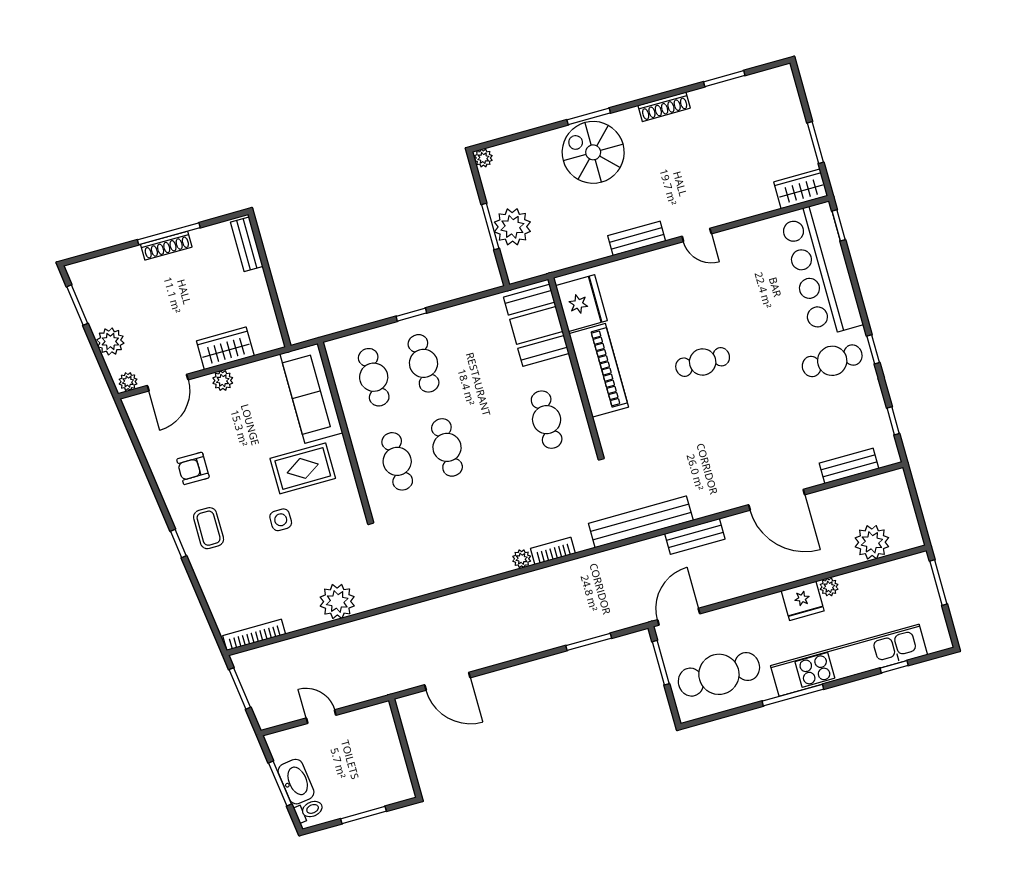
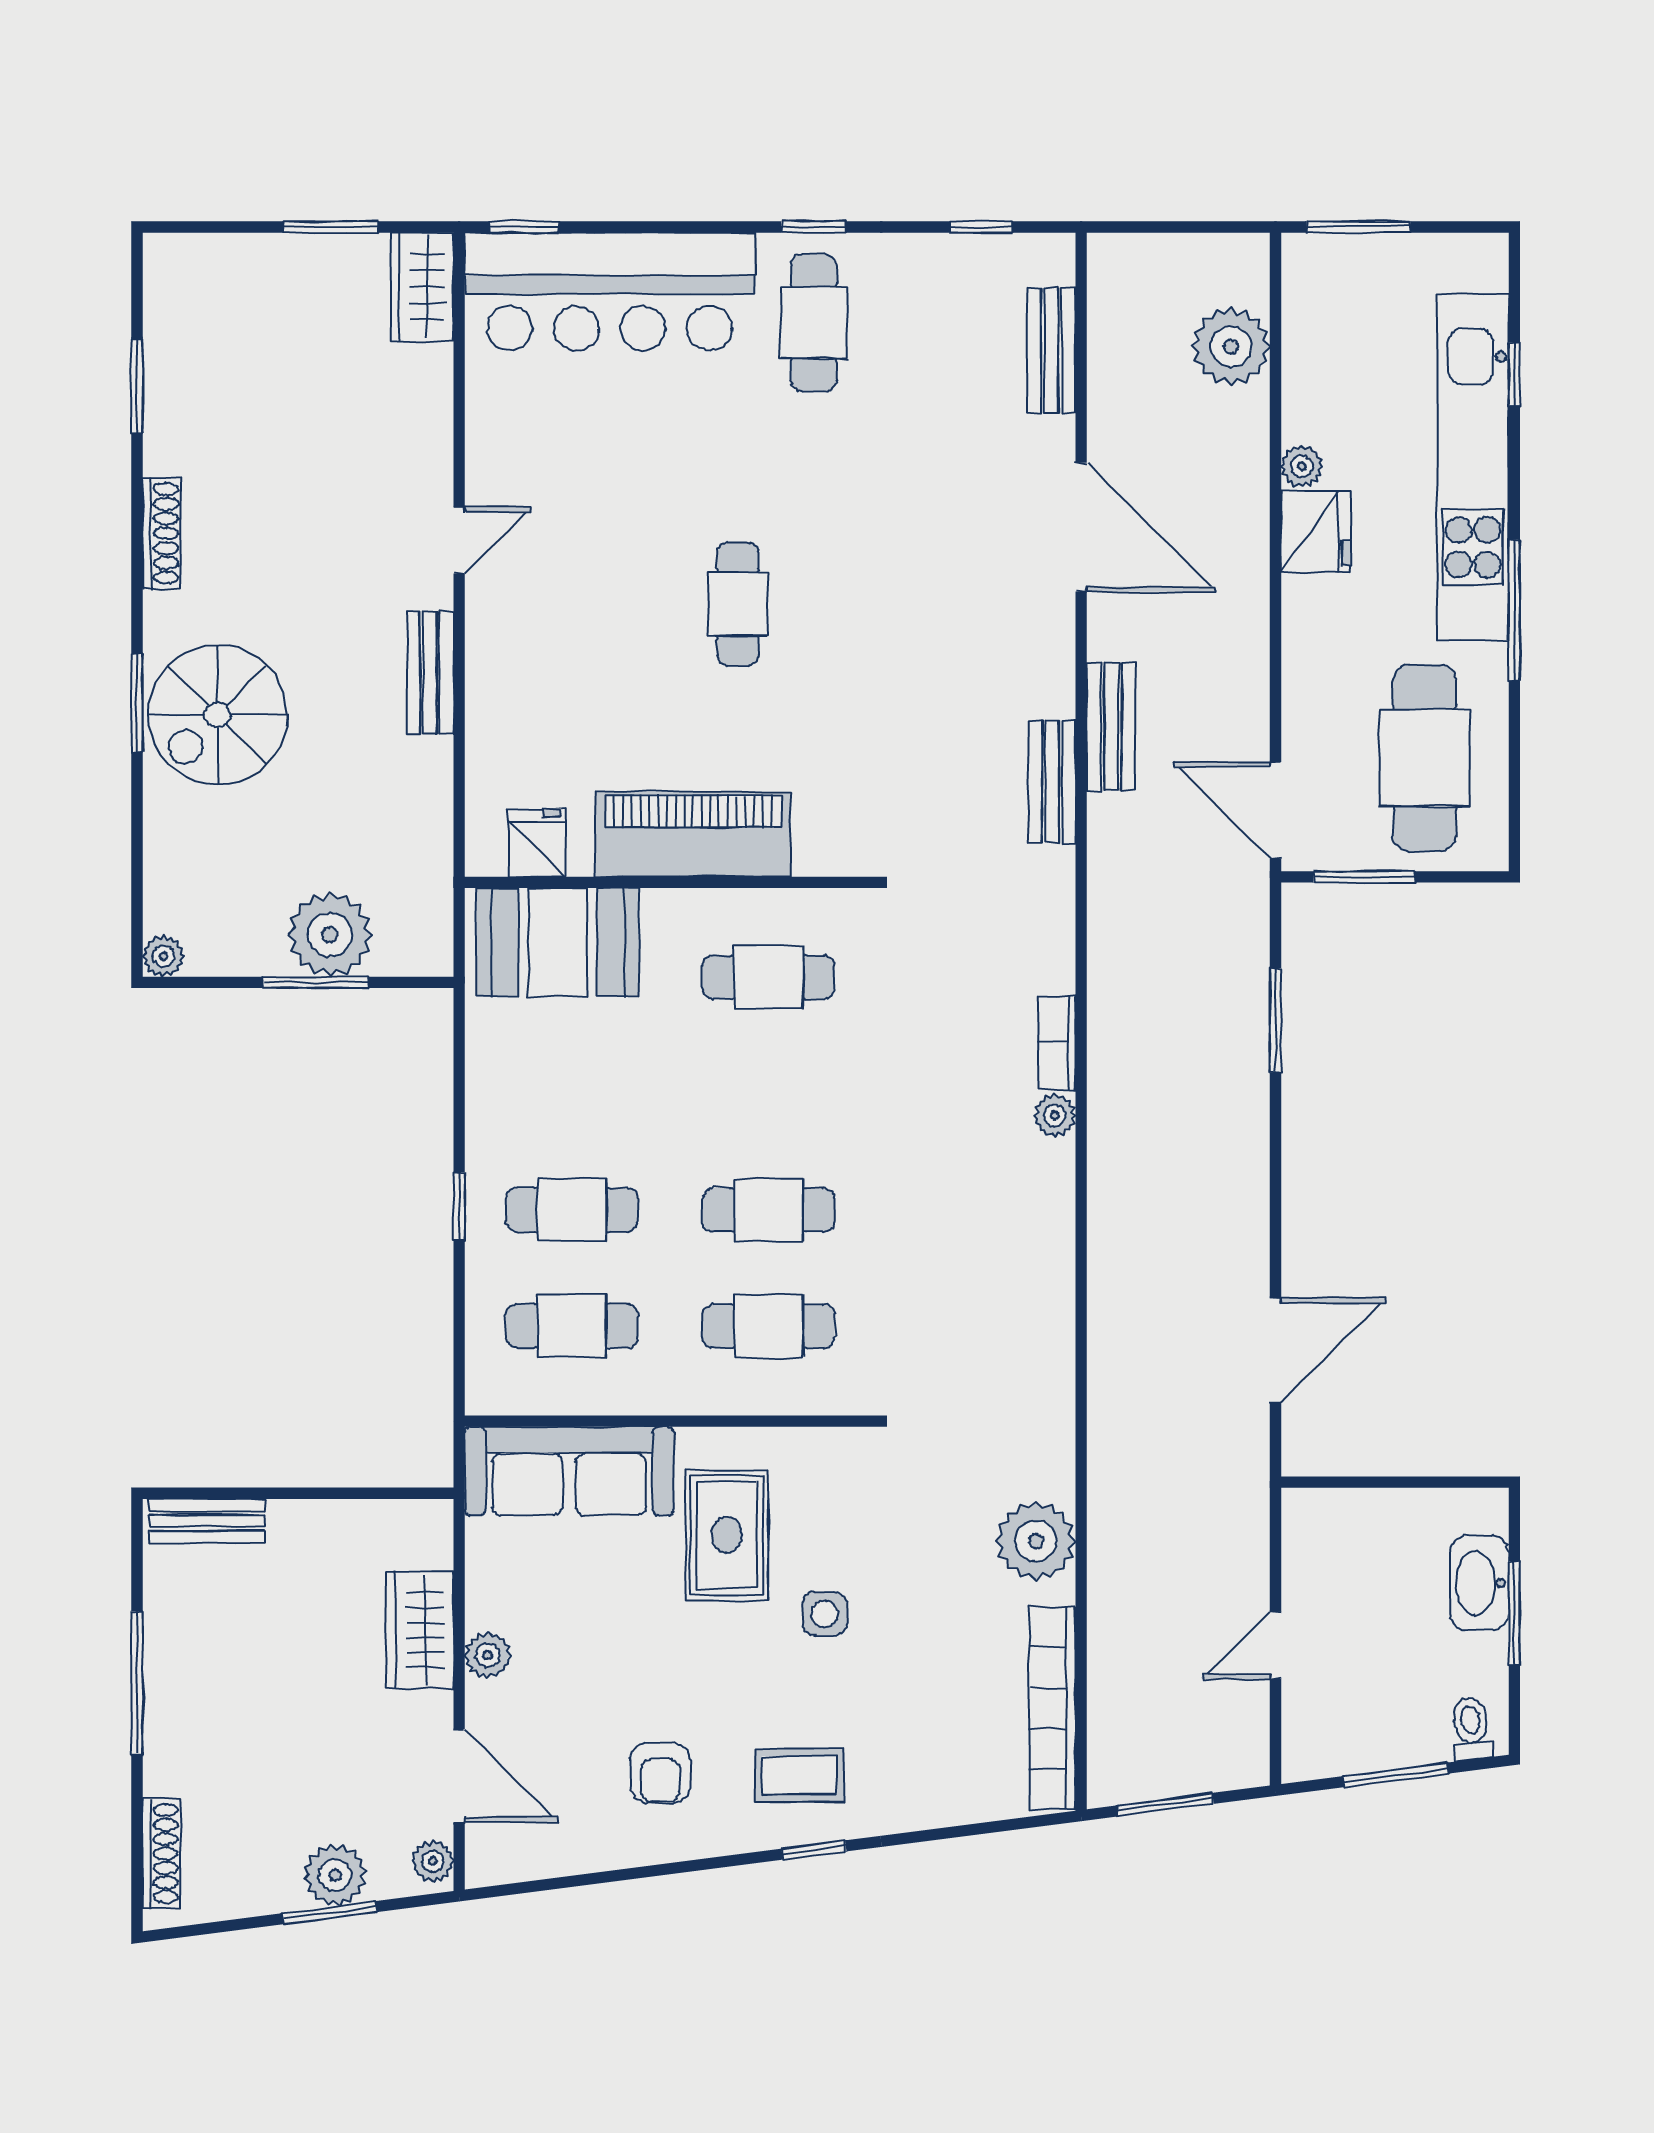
shoe rack: (166, 246) -> (161, 1853), moved
fridge: (581, 303) -> (537, 843), width x0.53, depth x0.75
window: (77, 305) -> (330, 1913), moved
door: (777, 500) -> (1081, 527), hinge flipped
bench: (641, 522) -> (1052, 782), width x0.54, depth x0.82
bookcase: (254, 635) -> (1052, 1708), width x1.48, depth x1.31
washbasin: (296, 782) -> (1480, 1583), moved, turned -83

